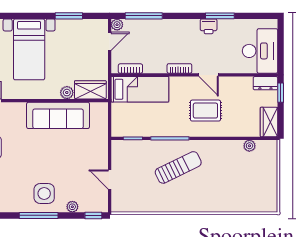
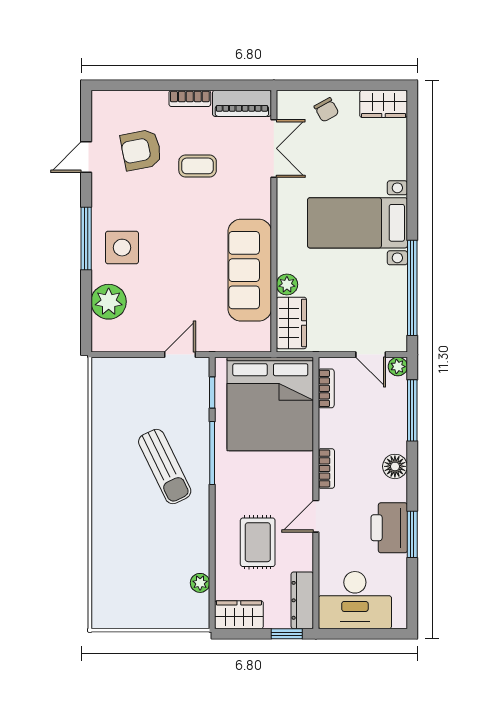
window: (69, 16) -> (412, 288), width x2.11
floor lamp: (178, 26) -> (395, 466), added
printer: (209, 26) -> (389, 528), width x1.87, depth x1.48
dresser: (265, 83) -> (302, 600), width x1.44
bed: (140, 89) -> (270, 404), width x2.04
rug: (205, 111) -> (258, 542), moved
door: (110, 179) -> (180, 355), moved
plant: (72, 207) -> (109, 302), width x1.88, depth x1.88
window: (93, 215) -> (86, 328), removed

